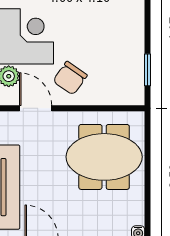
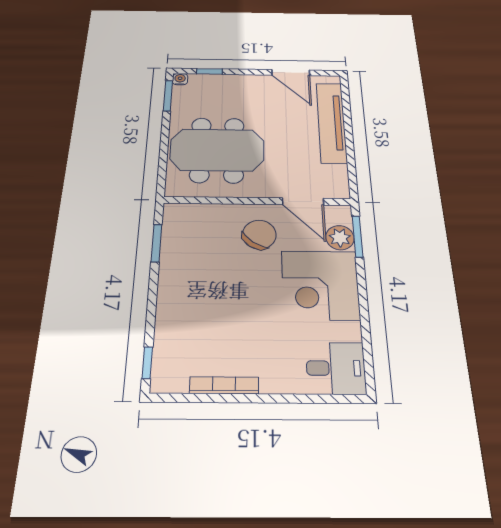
window: (147, 213) -> (168, 96), added

